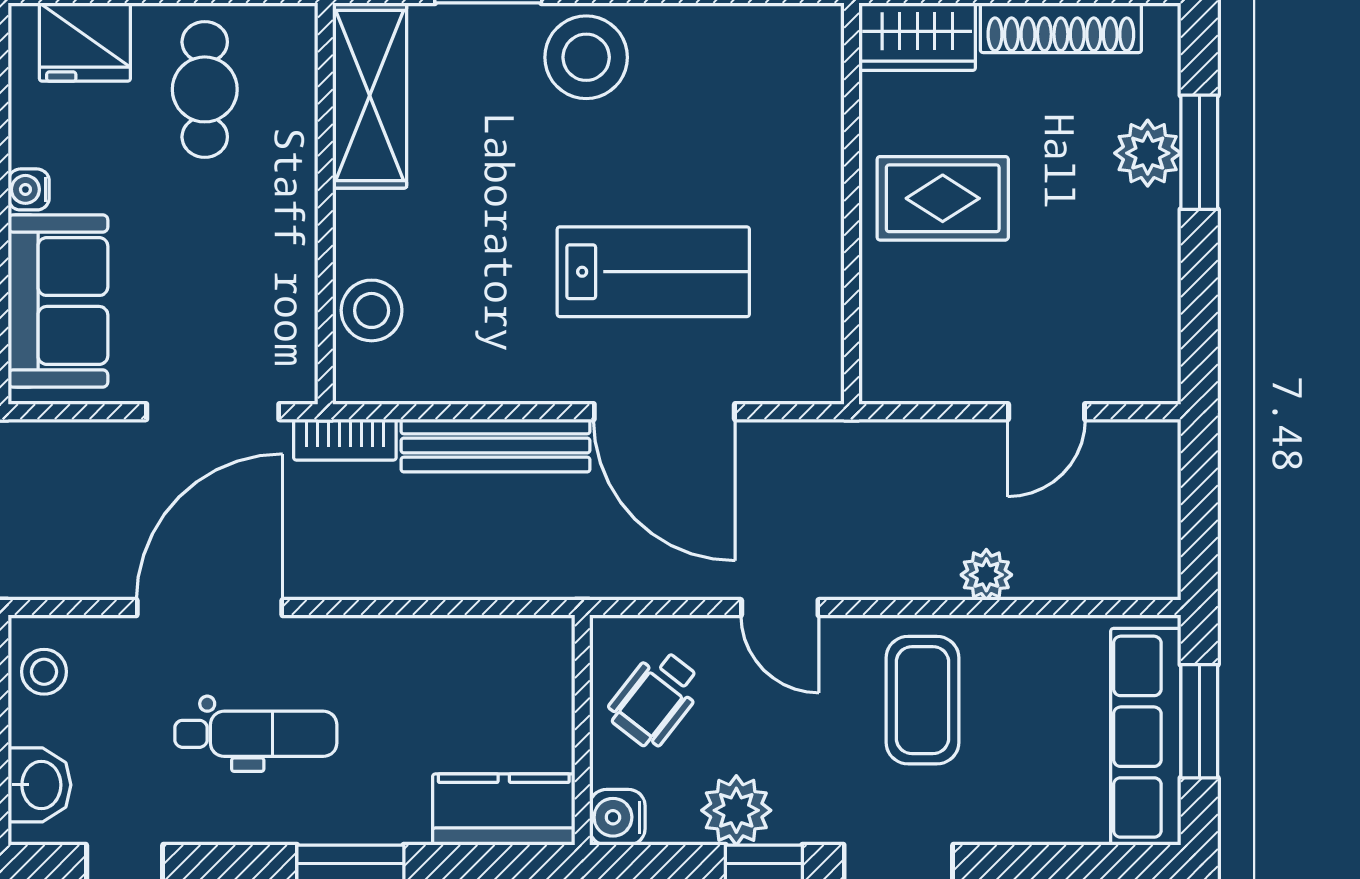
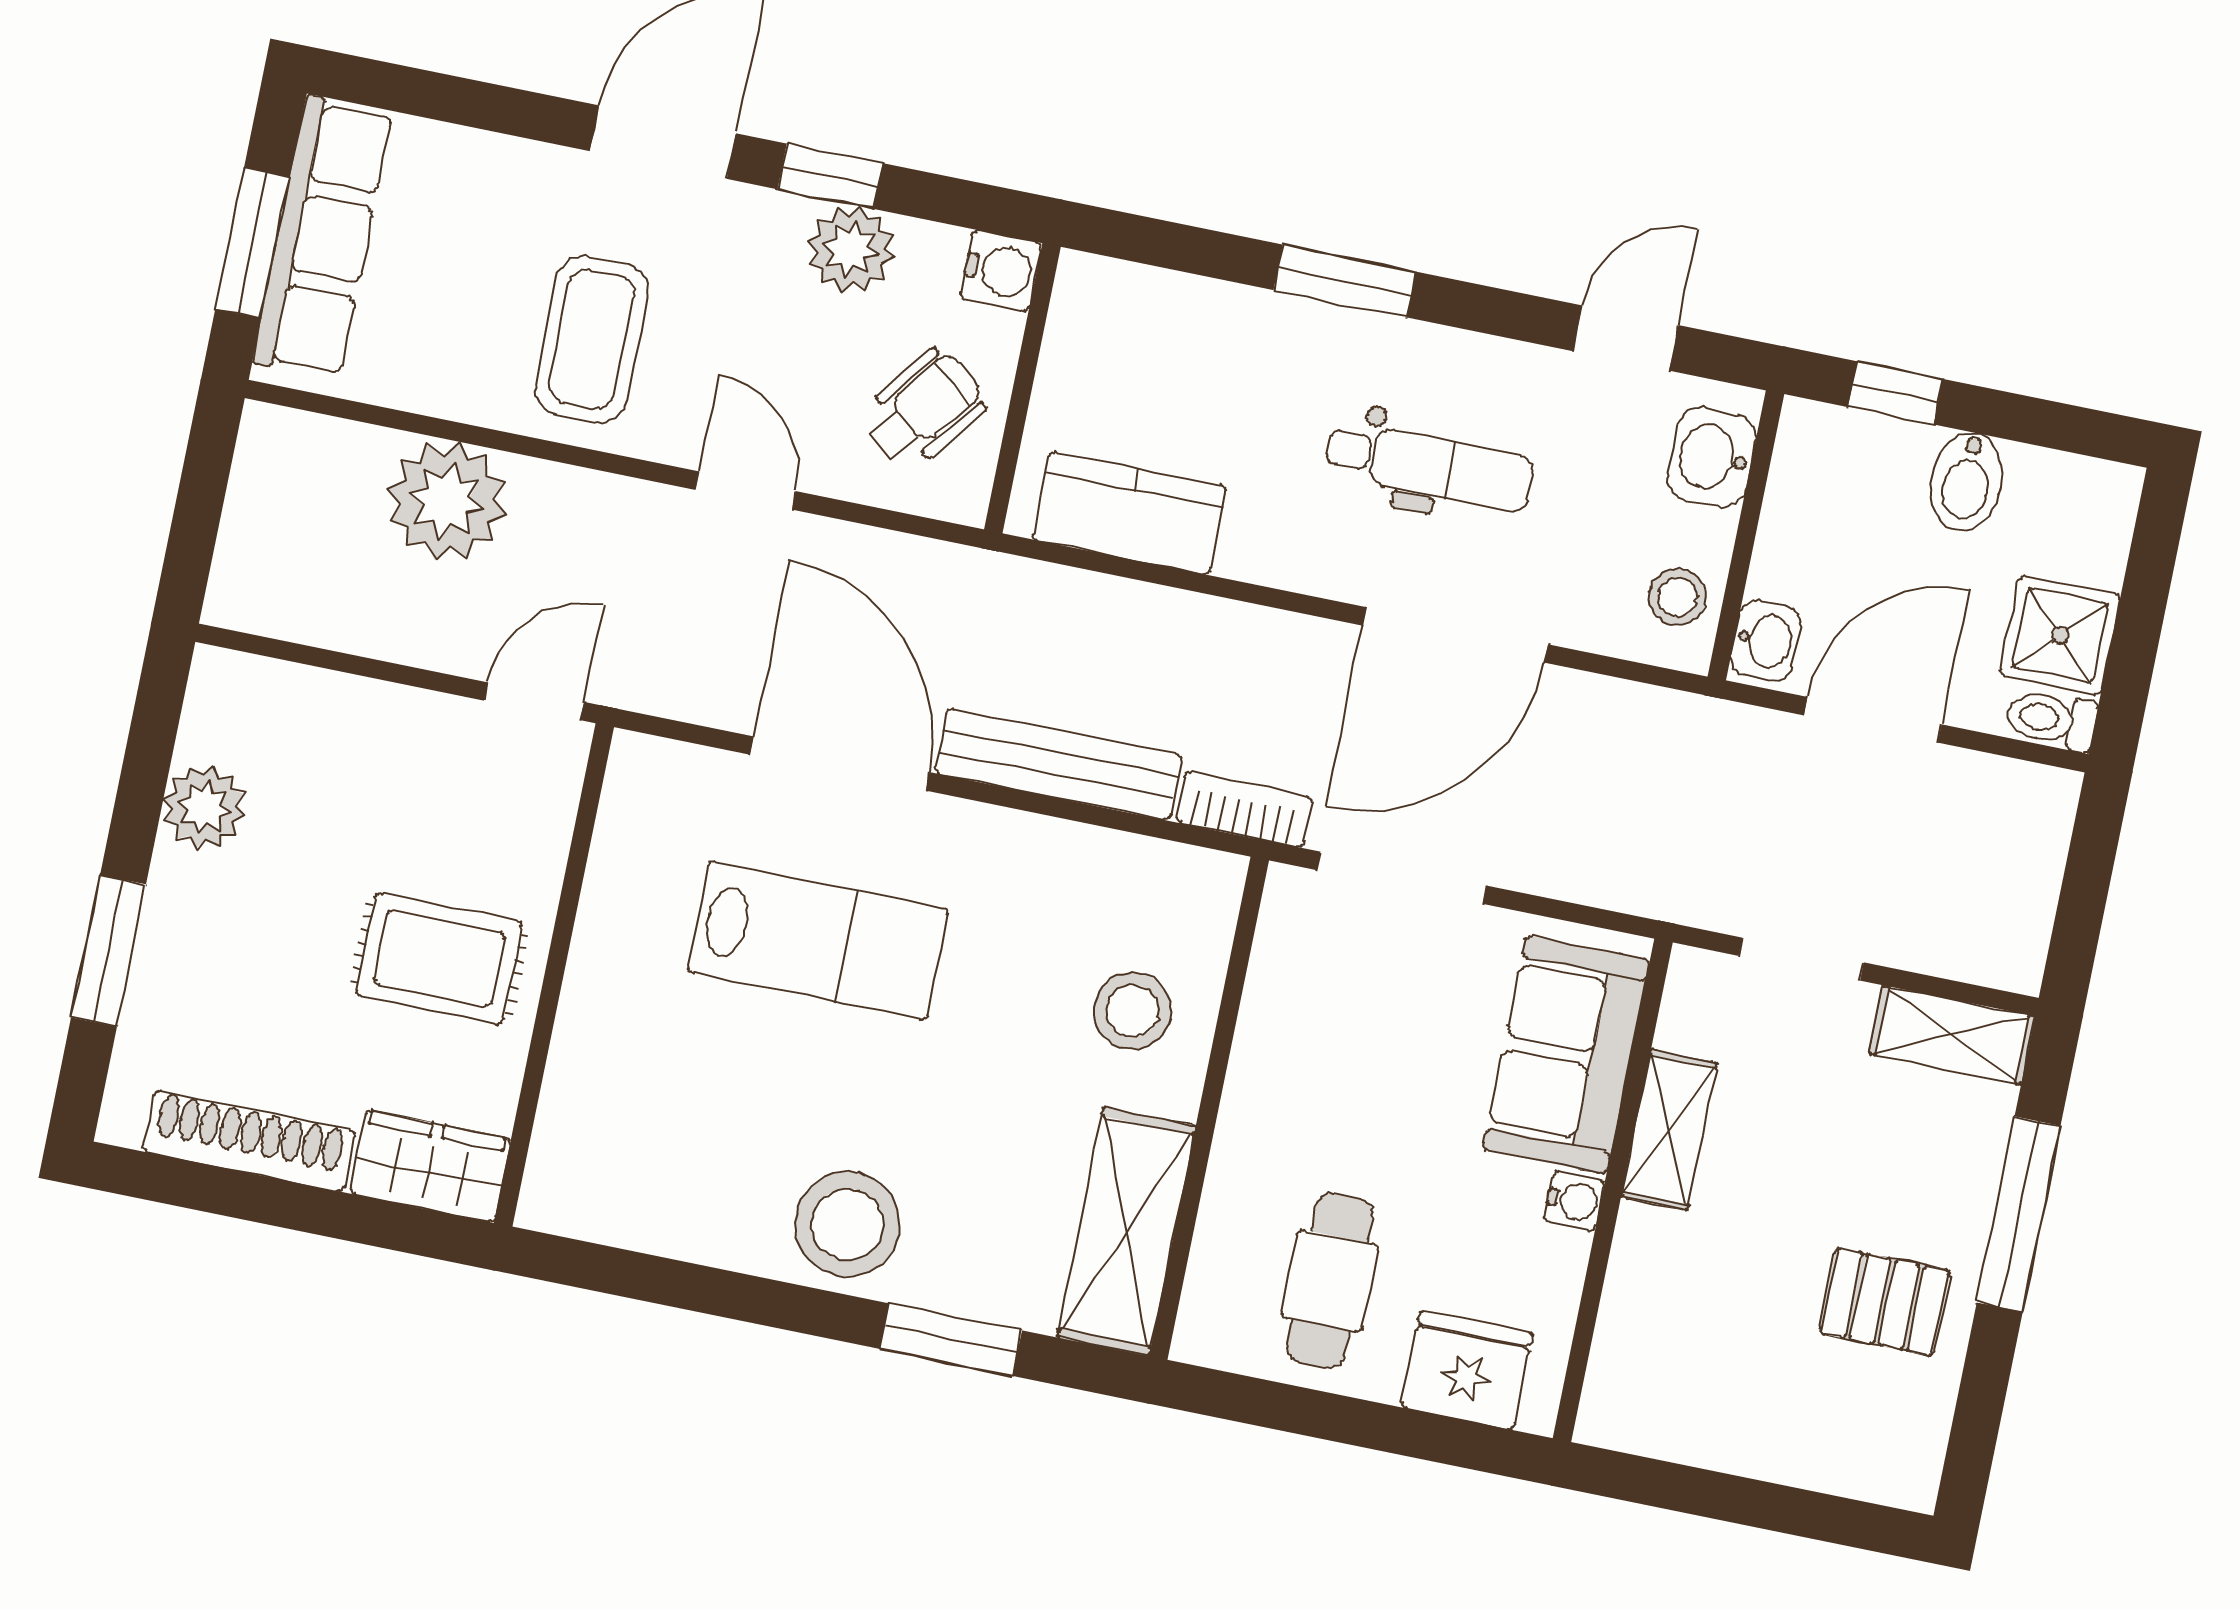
plant: (1148, 153) -> (204, 807), moved
lab bench: (653, 272) -> (818, 940), turned 180
stool: (372, 310) -> (1133, 1011), moved
door: (1047, 412) -> (534, 701), moved
plant: (986, 575) -> (447, 501), width x1.88, depth x1.88
dental chair: (256, 734) -> (1430, 466), turned 180
kitchen counter: (504, 809) -> (1129, 513), moved, turned 180

